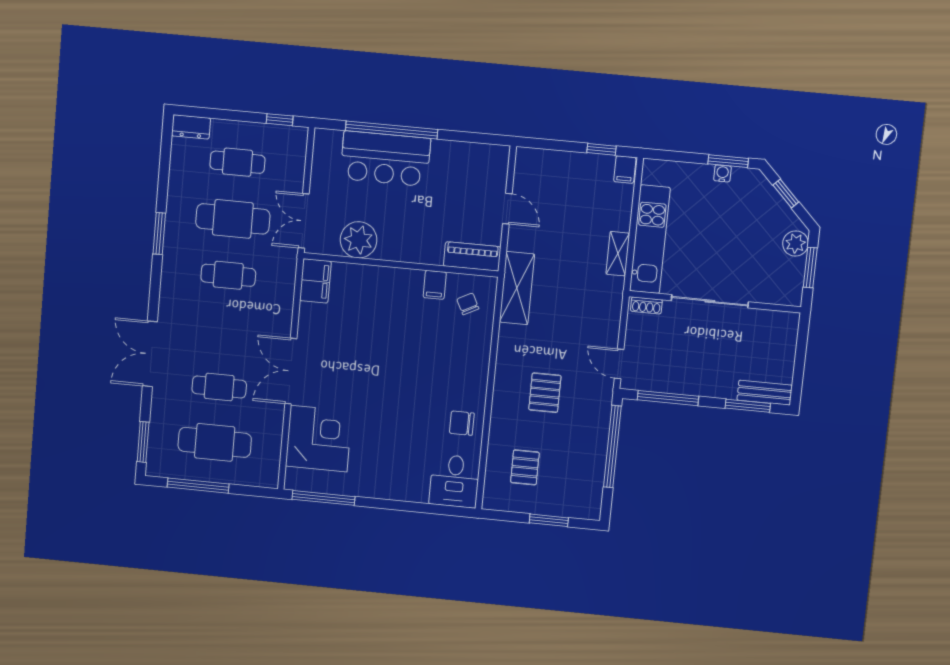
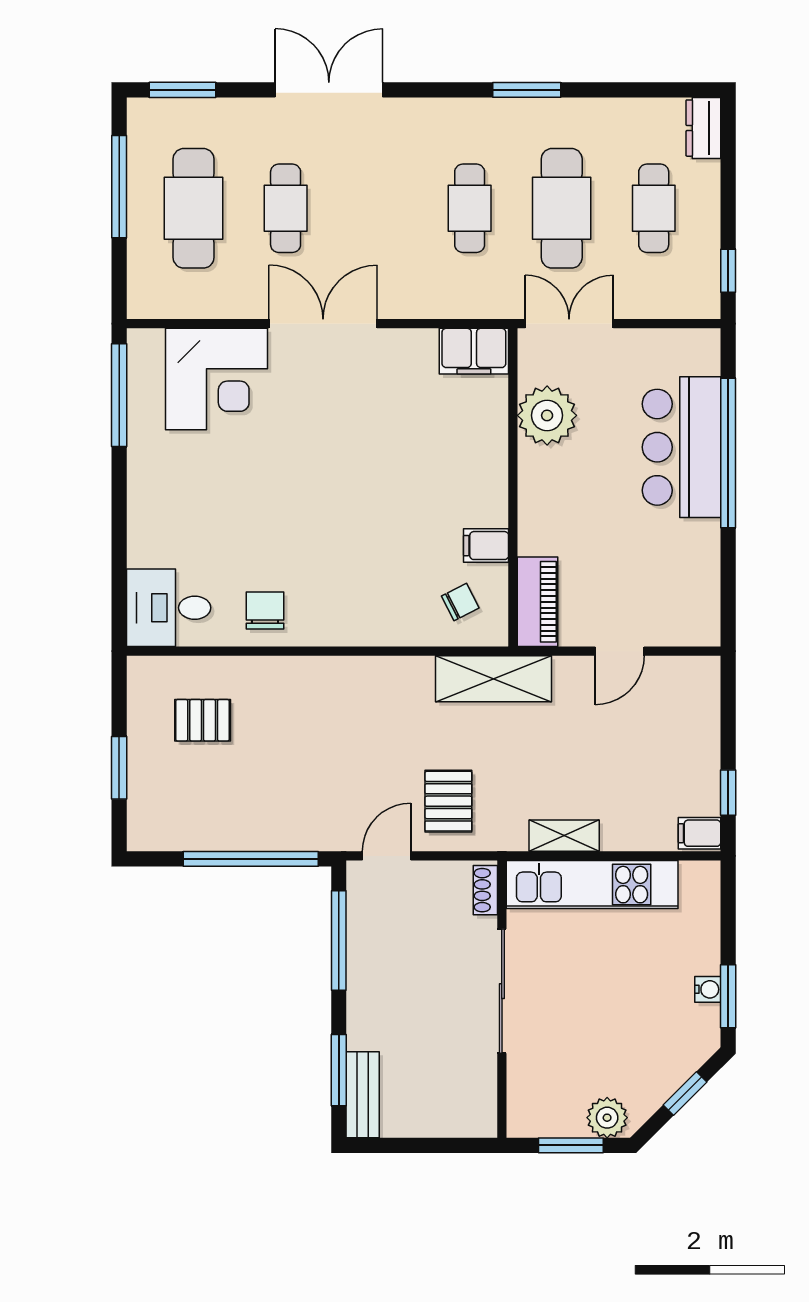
pallet: (545, 393) -> (448, 801), moved, turned 90

